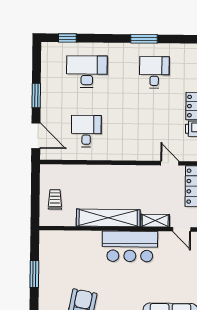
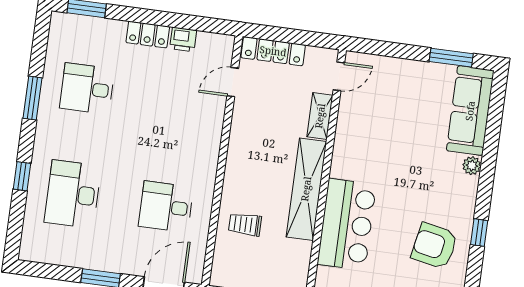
window: (67, 38) -> (22, 176), moved
trolley: (55, 199) -> (245, 224), moved
bar counter: (130, 246) -> (347, 224), moved

